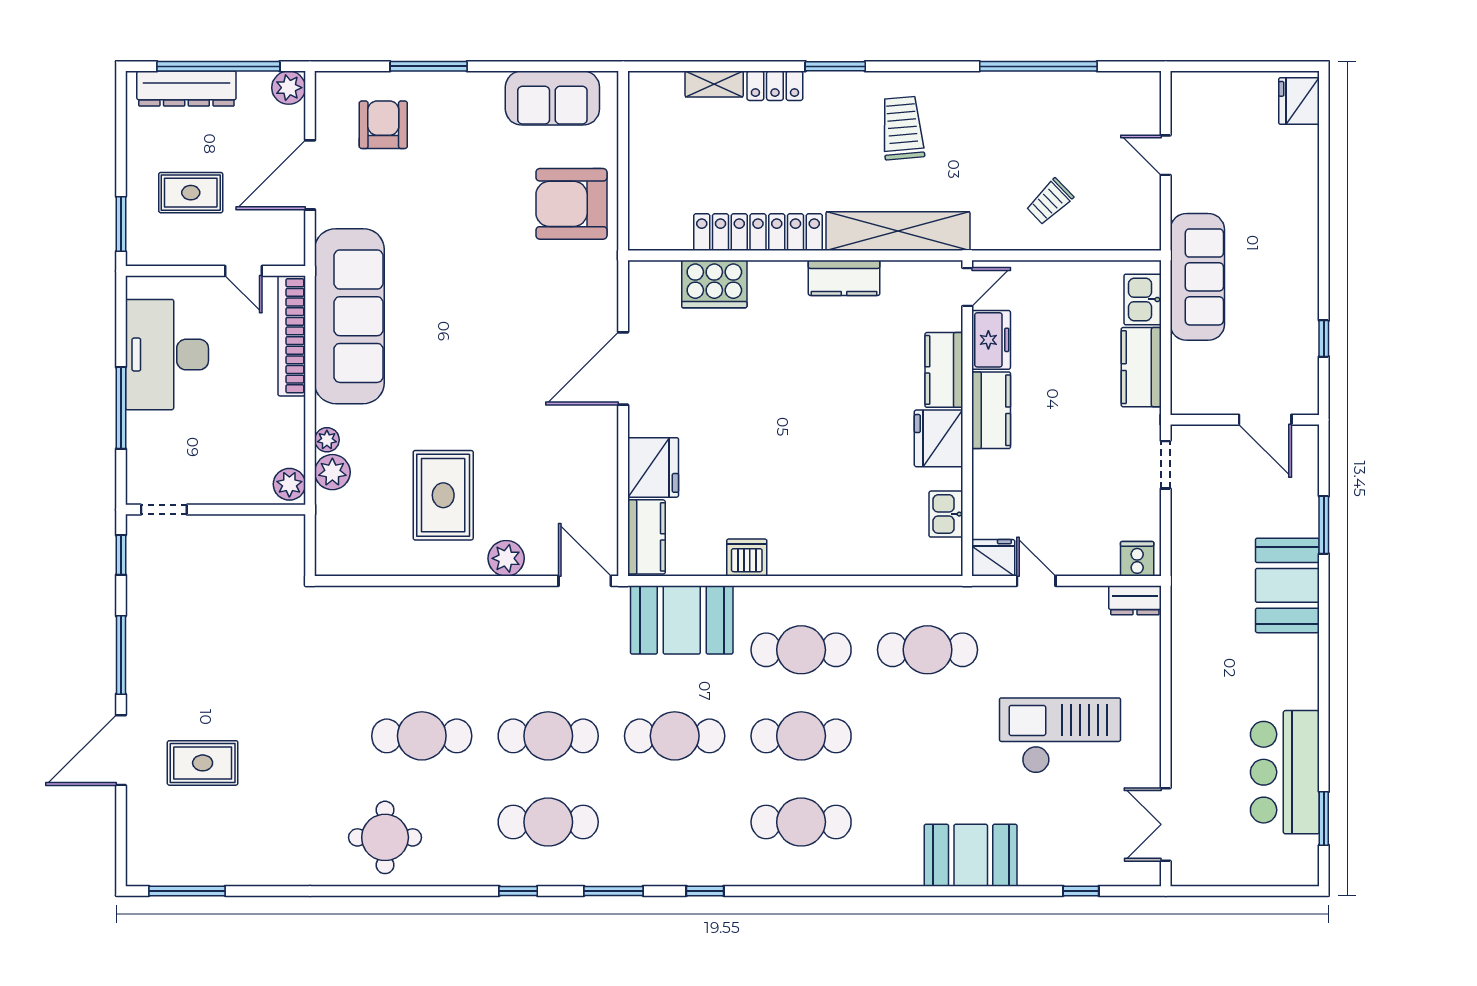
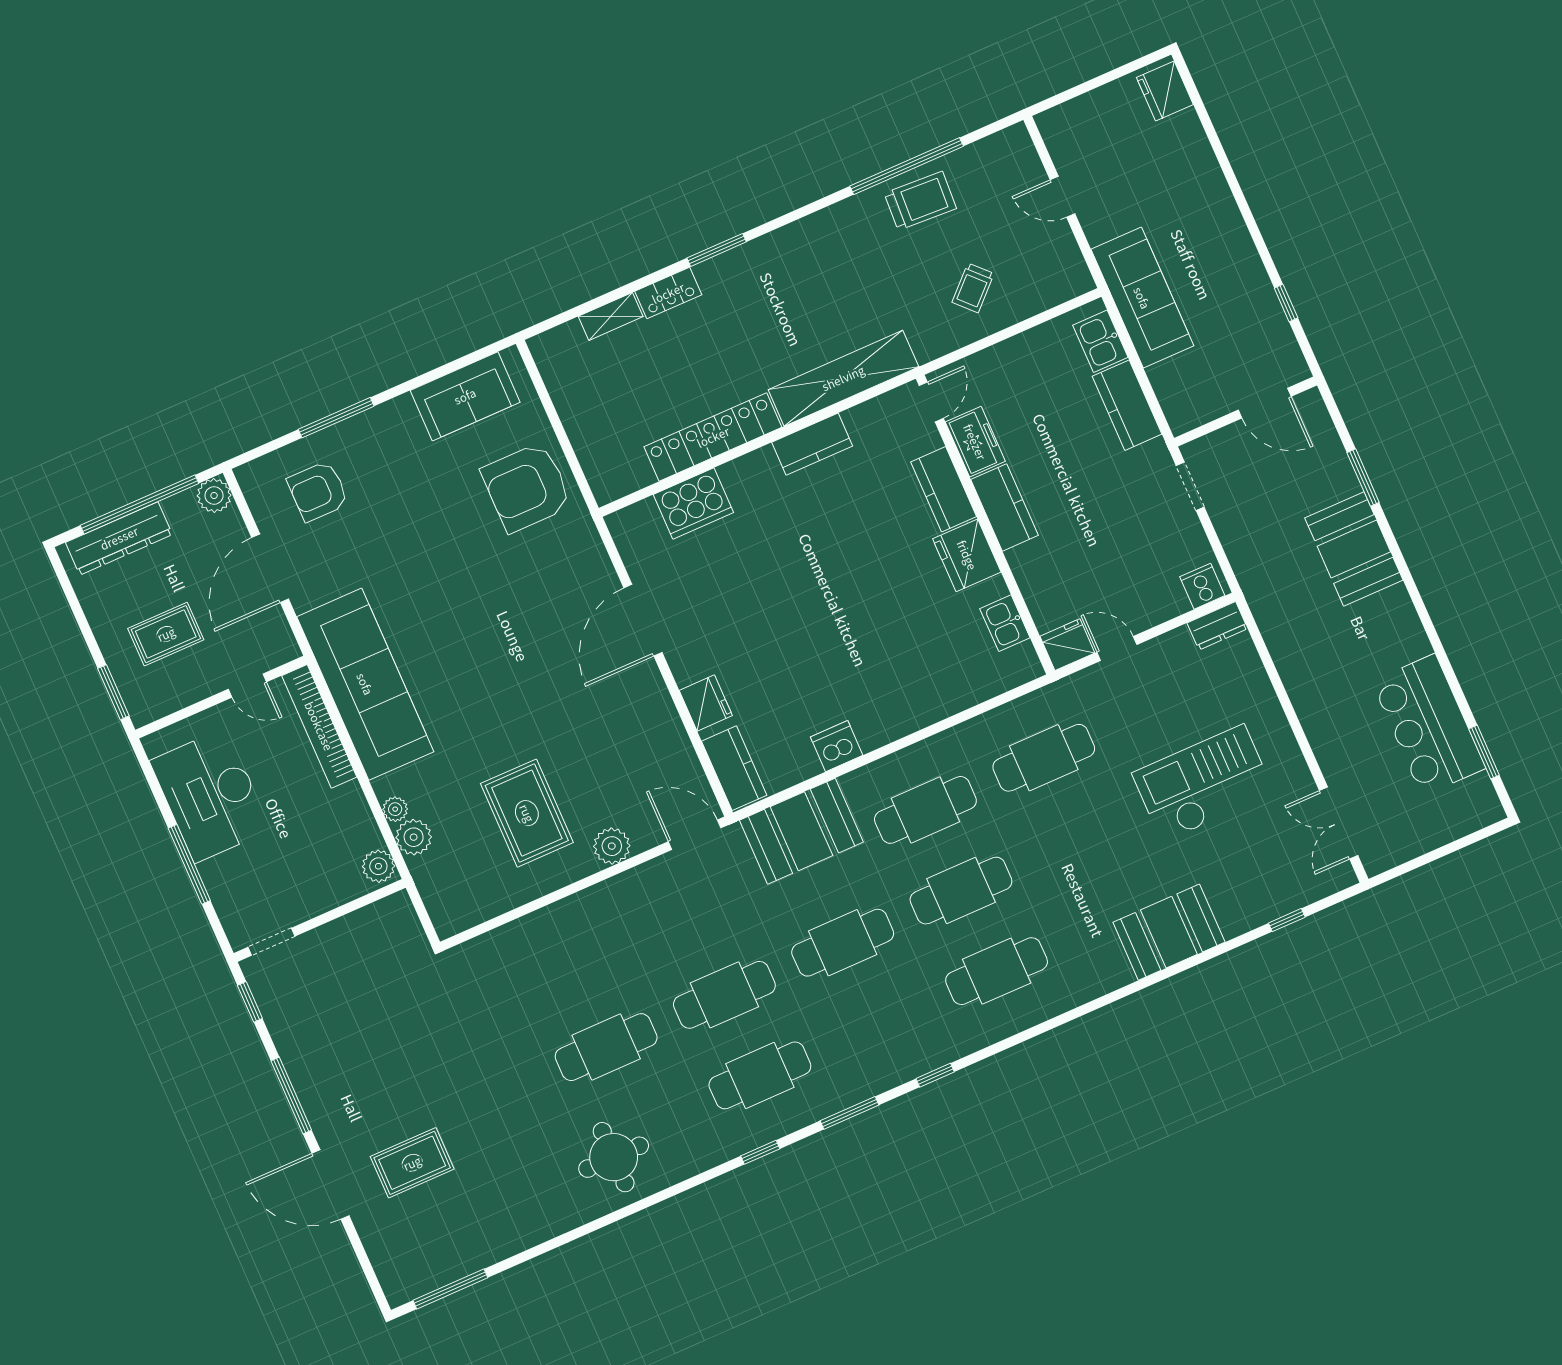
armchair: (383, 125) -> (318, 491), turned -90
trolley: (902, 128) -> (920, 201), moved, turned 98
fridge: (653, 467) -> (706, 703), width x0.73, depth x0.75
door: (121, 750) -> (331, 1185), hinge flipped

